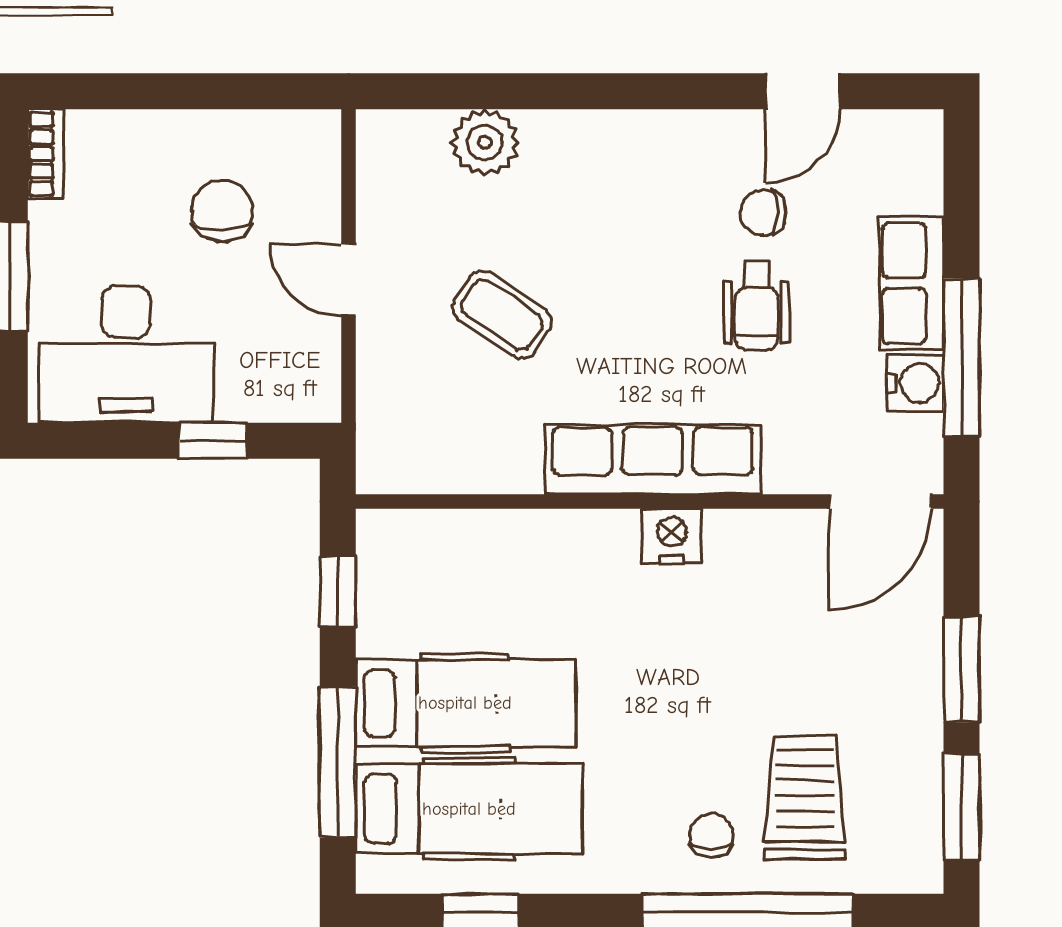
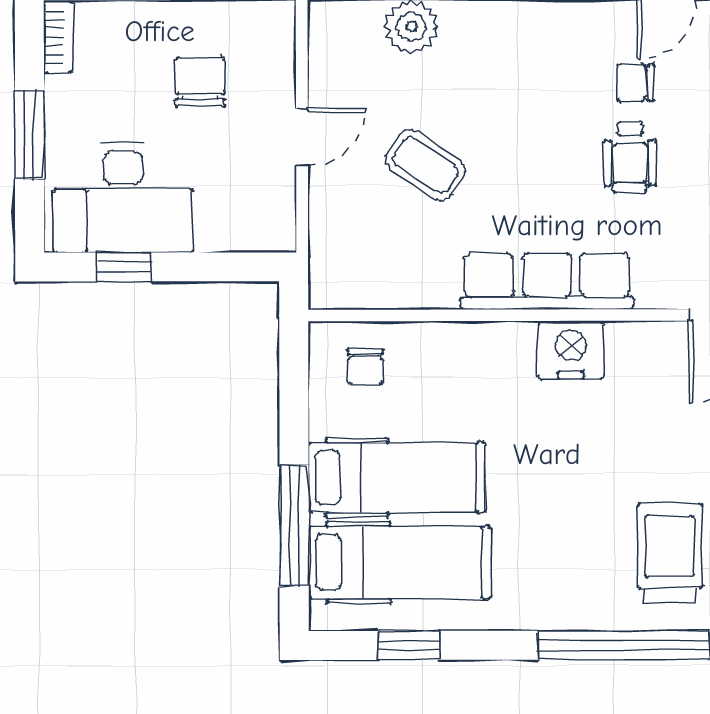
door: (348, 280) -> (302, 137), swing flipped
window: (213, 441) -> (124, 267), moved
nightstand: (672, 536) -> (571, 350), width x1.36, depth x1.33
window: (338, 592) -> (294, 388), removed
chair: (711, 835) -> (365, 366), moved, turned 180

